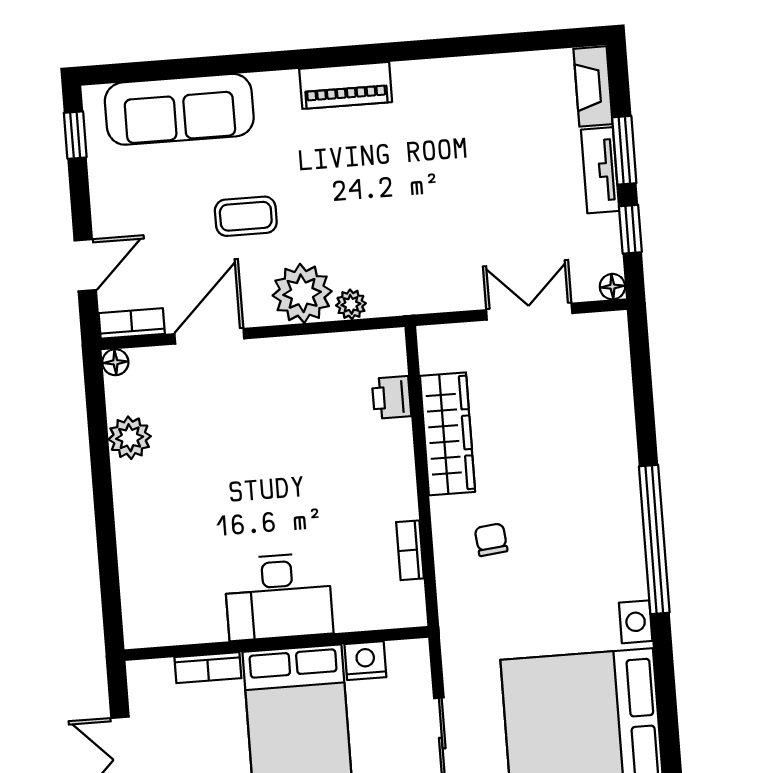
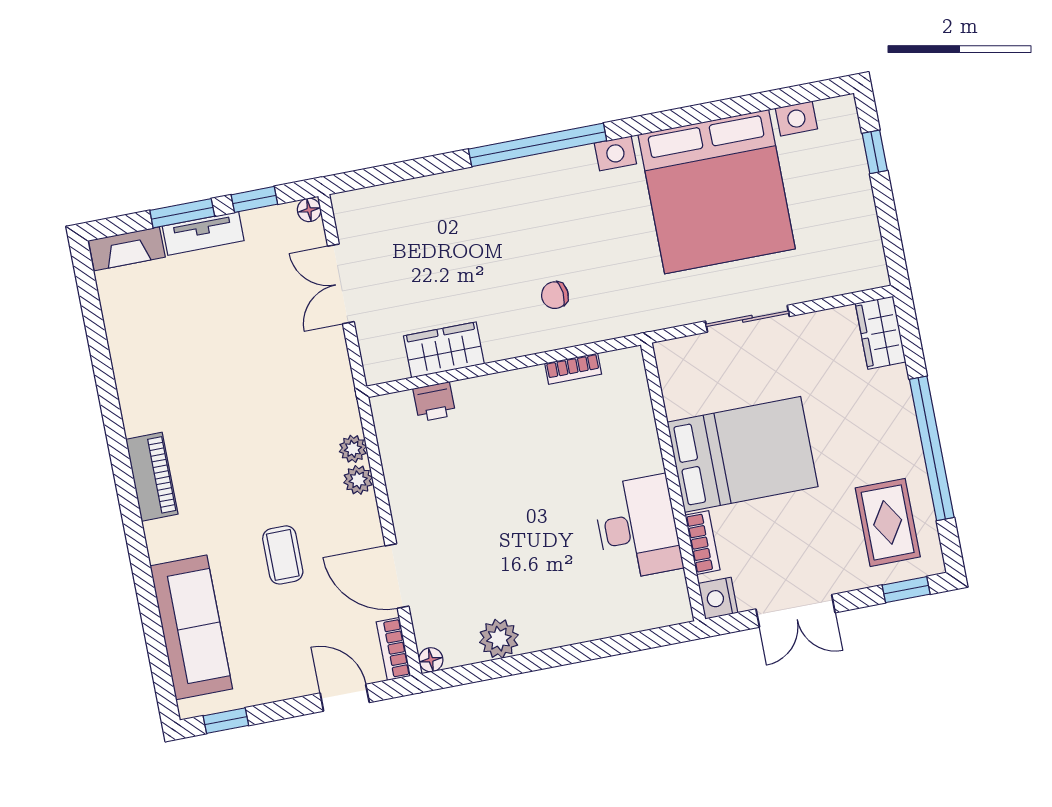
plant: (302, 293) -> (358, 480), width x0.53, depth x0.53
wardrobe: (447, 434) -> (444, 350), width x0.67
desk: (279, 596) -> (638, 528), moved
nightstand: (365, 661) -> (718, 598), moved

